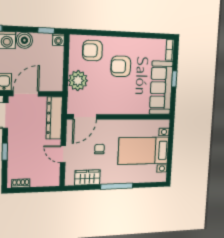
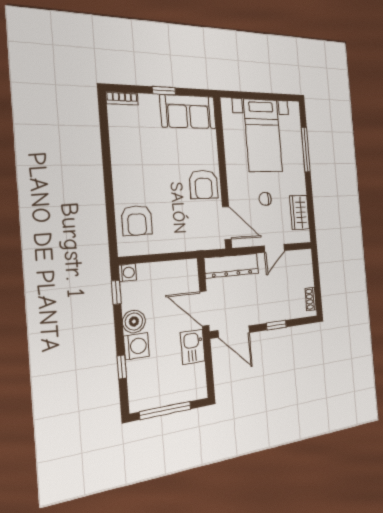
armchair: (121, 66) -> (204, 184), moved
plant: (78, 81) -> (181, 238), removed
sofa: (161, 88) -> (188, 112), width x0.73
window: (117, 186) -> (306, 150), moved

